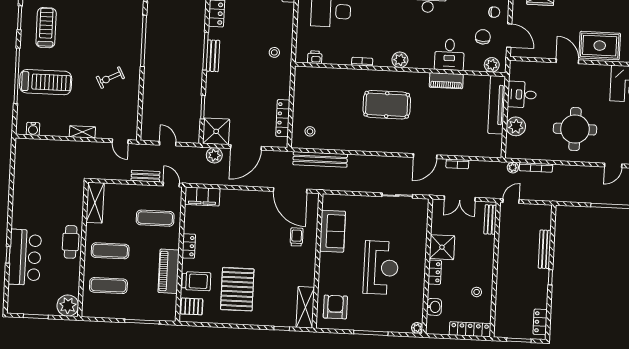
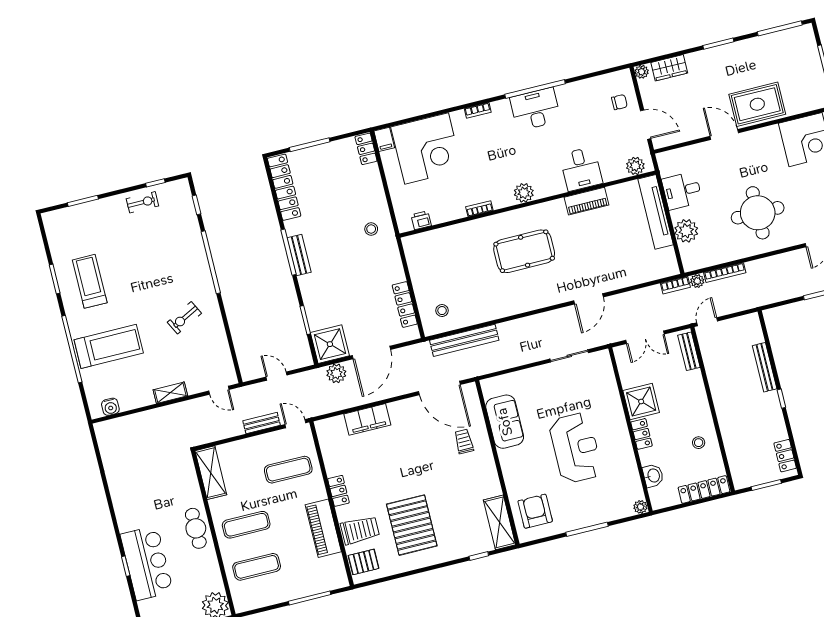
chair: (483, 37) -> (615, 136), removed
bookcase: (457, 164) -> (675, 285), moved
filing cabinet: (202, 197) -> (367, 419), moved

